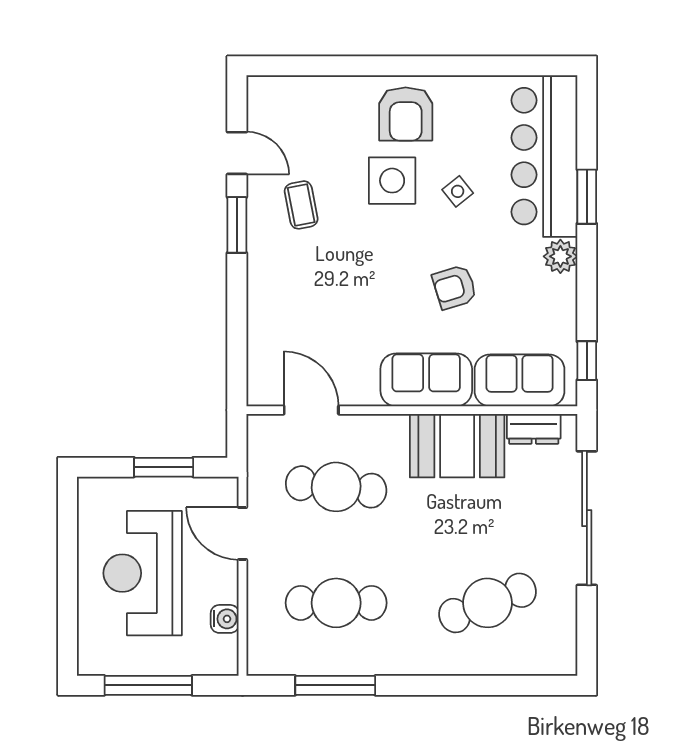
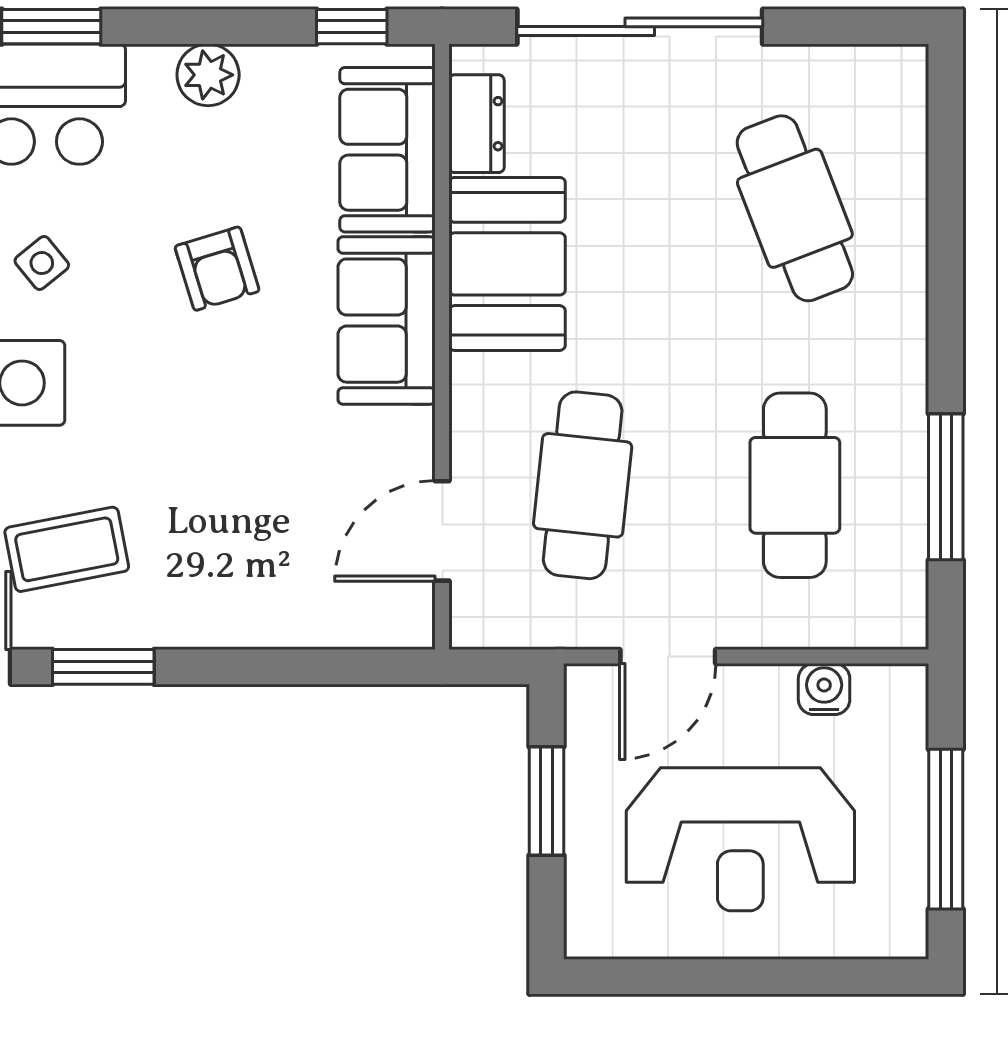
coffee table: (301, 205) -> (67, 549), width x1.36, depth x1.30
plant: (560, 256) -> (208, 75), moved

